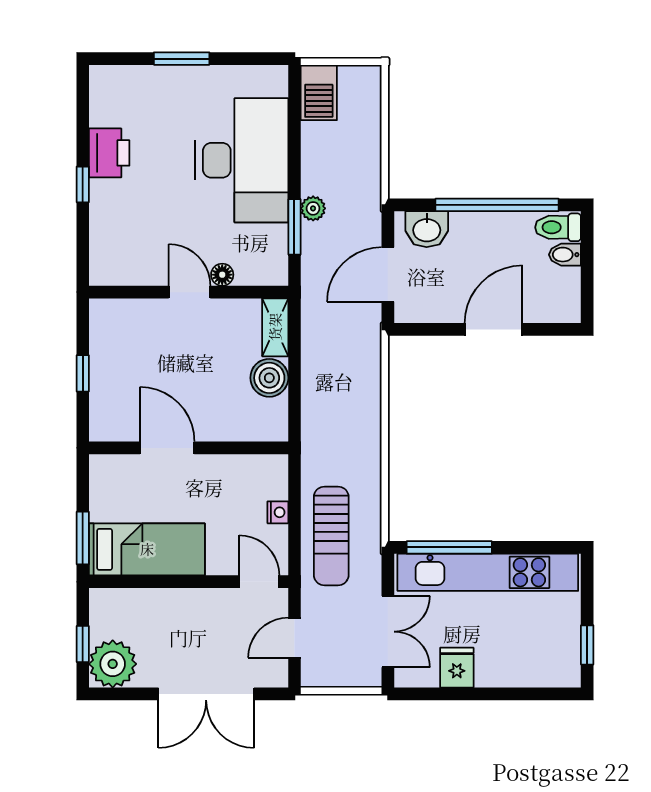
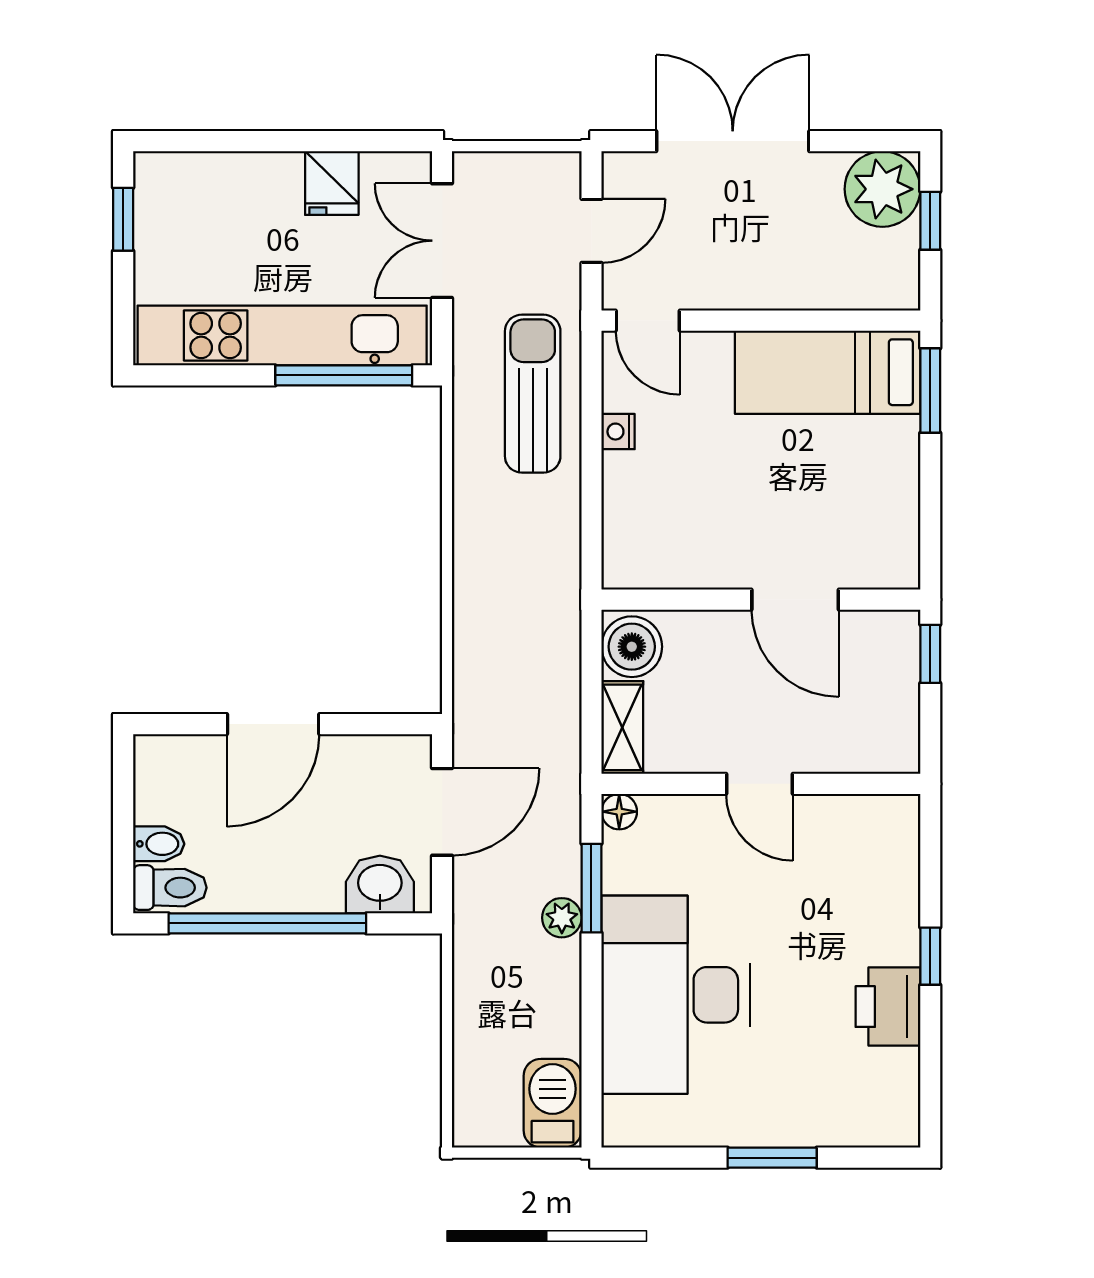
floor lamp: (222, 275) -> (619, 812), moved
door: (167, 448) -> (795, 600), moved
wall: (189, 448) -> (761, 600), moved

